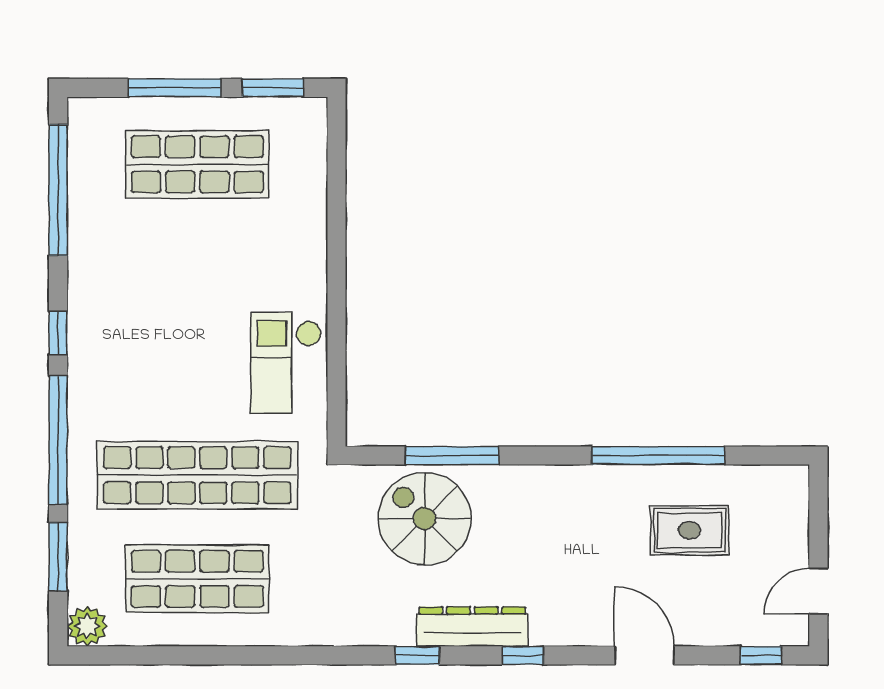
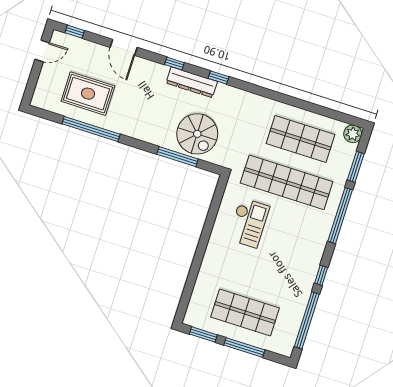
window: (58, 333) -> (321, 275), moved
checkout: (286, 363) -> (249, 223), moved
rug: (689, 530) -> (88, 94), width x1.36, depth x1.43

